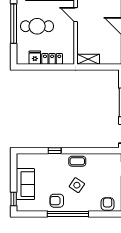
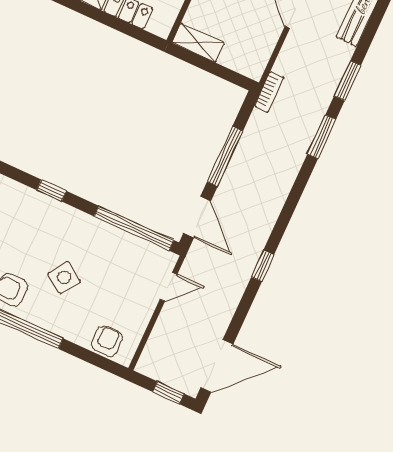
window: (97, 151) -> (134, 228), added
coffee table: (77, 161) -> (86, 231), removed

